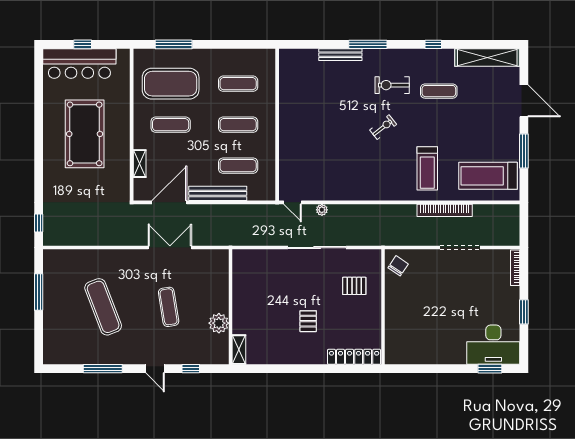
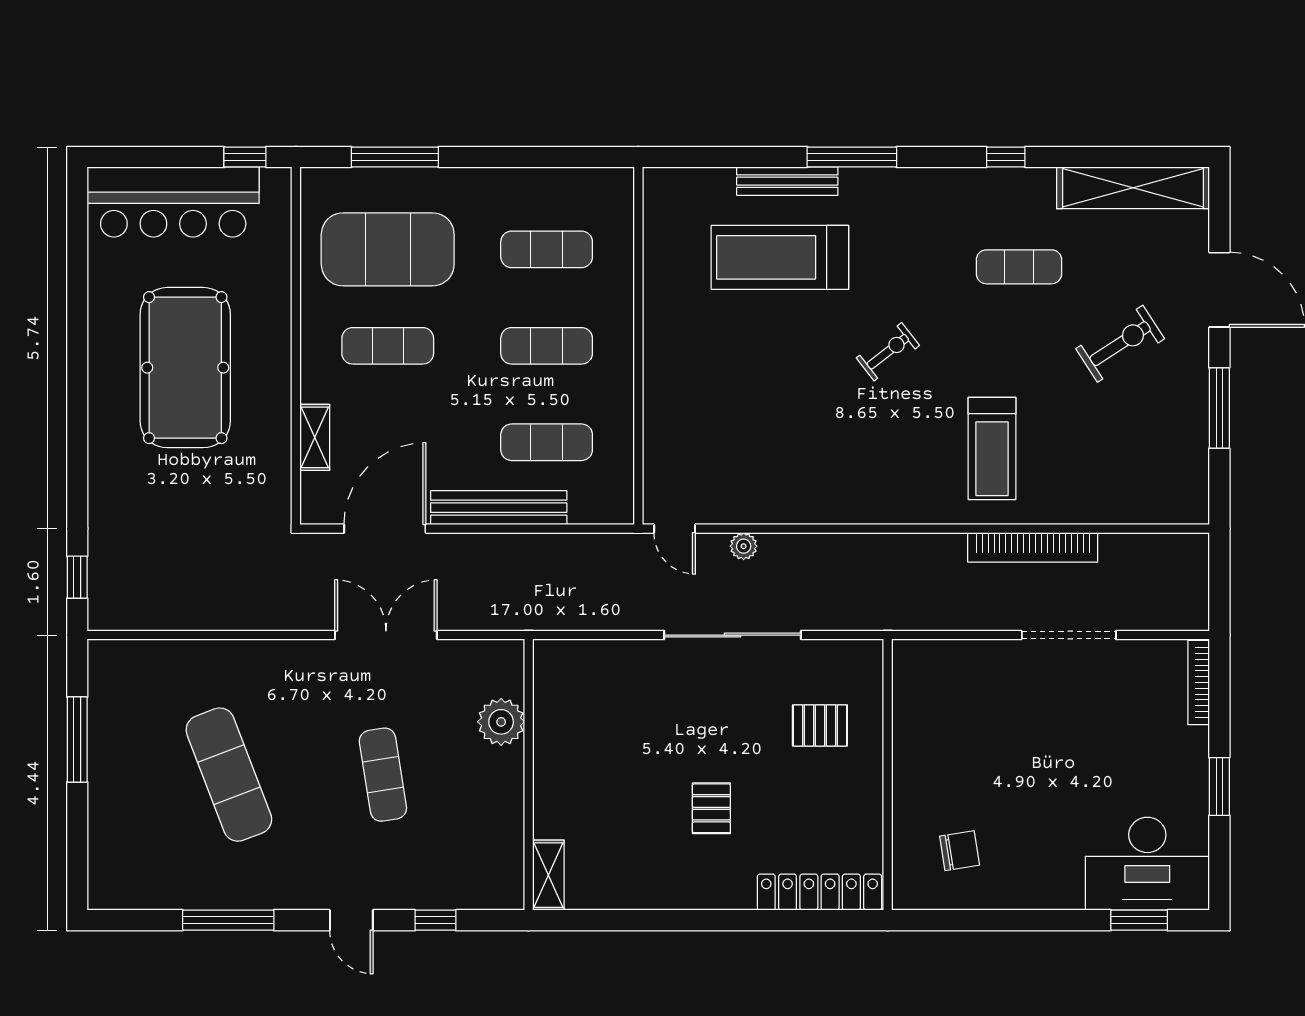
window: (83, 44) -> (245, 157), moved
exercise bike: (392, 85) -> (1120, 344), moved, turned 147
treadmill: (488, 176) -> (780, 257), moved
chair: (398, 266) -> (960, 851), moved, turned 47
plant: (219, 323) -> (501, 722), moved

